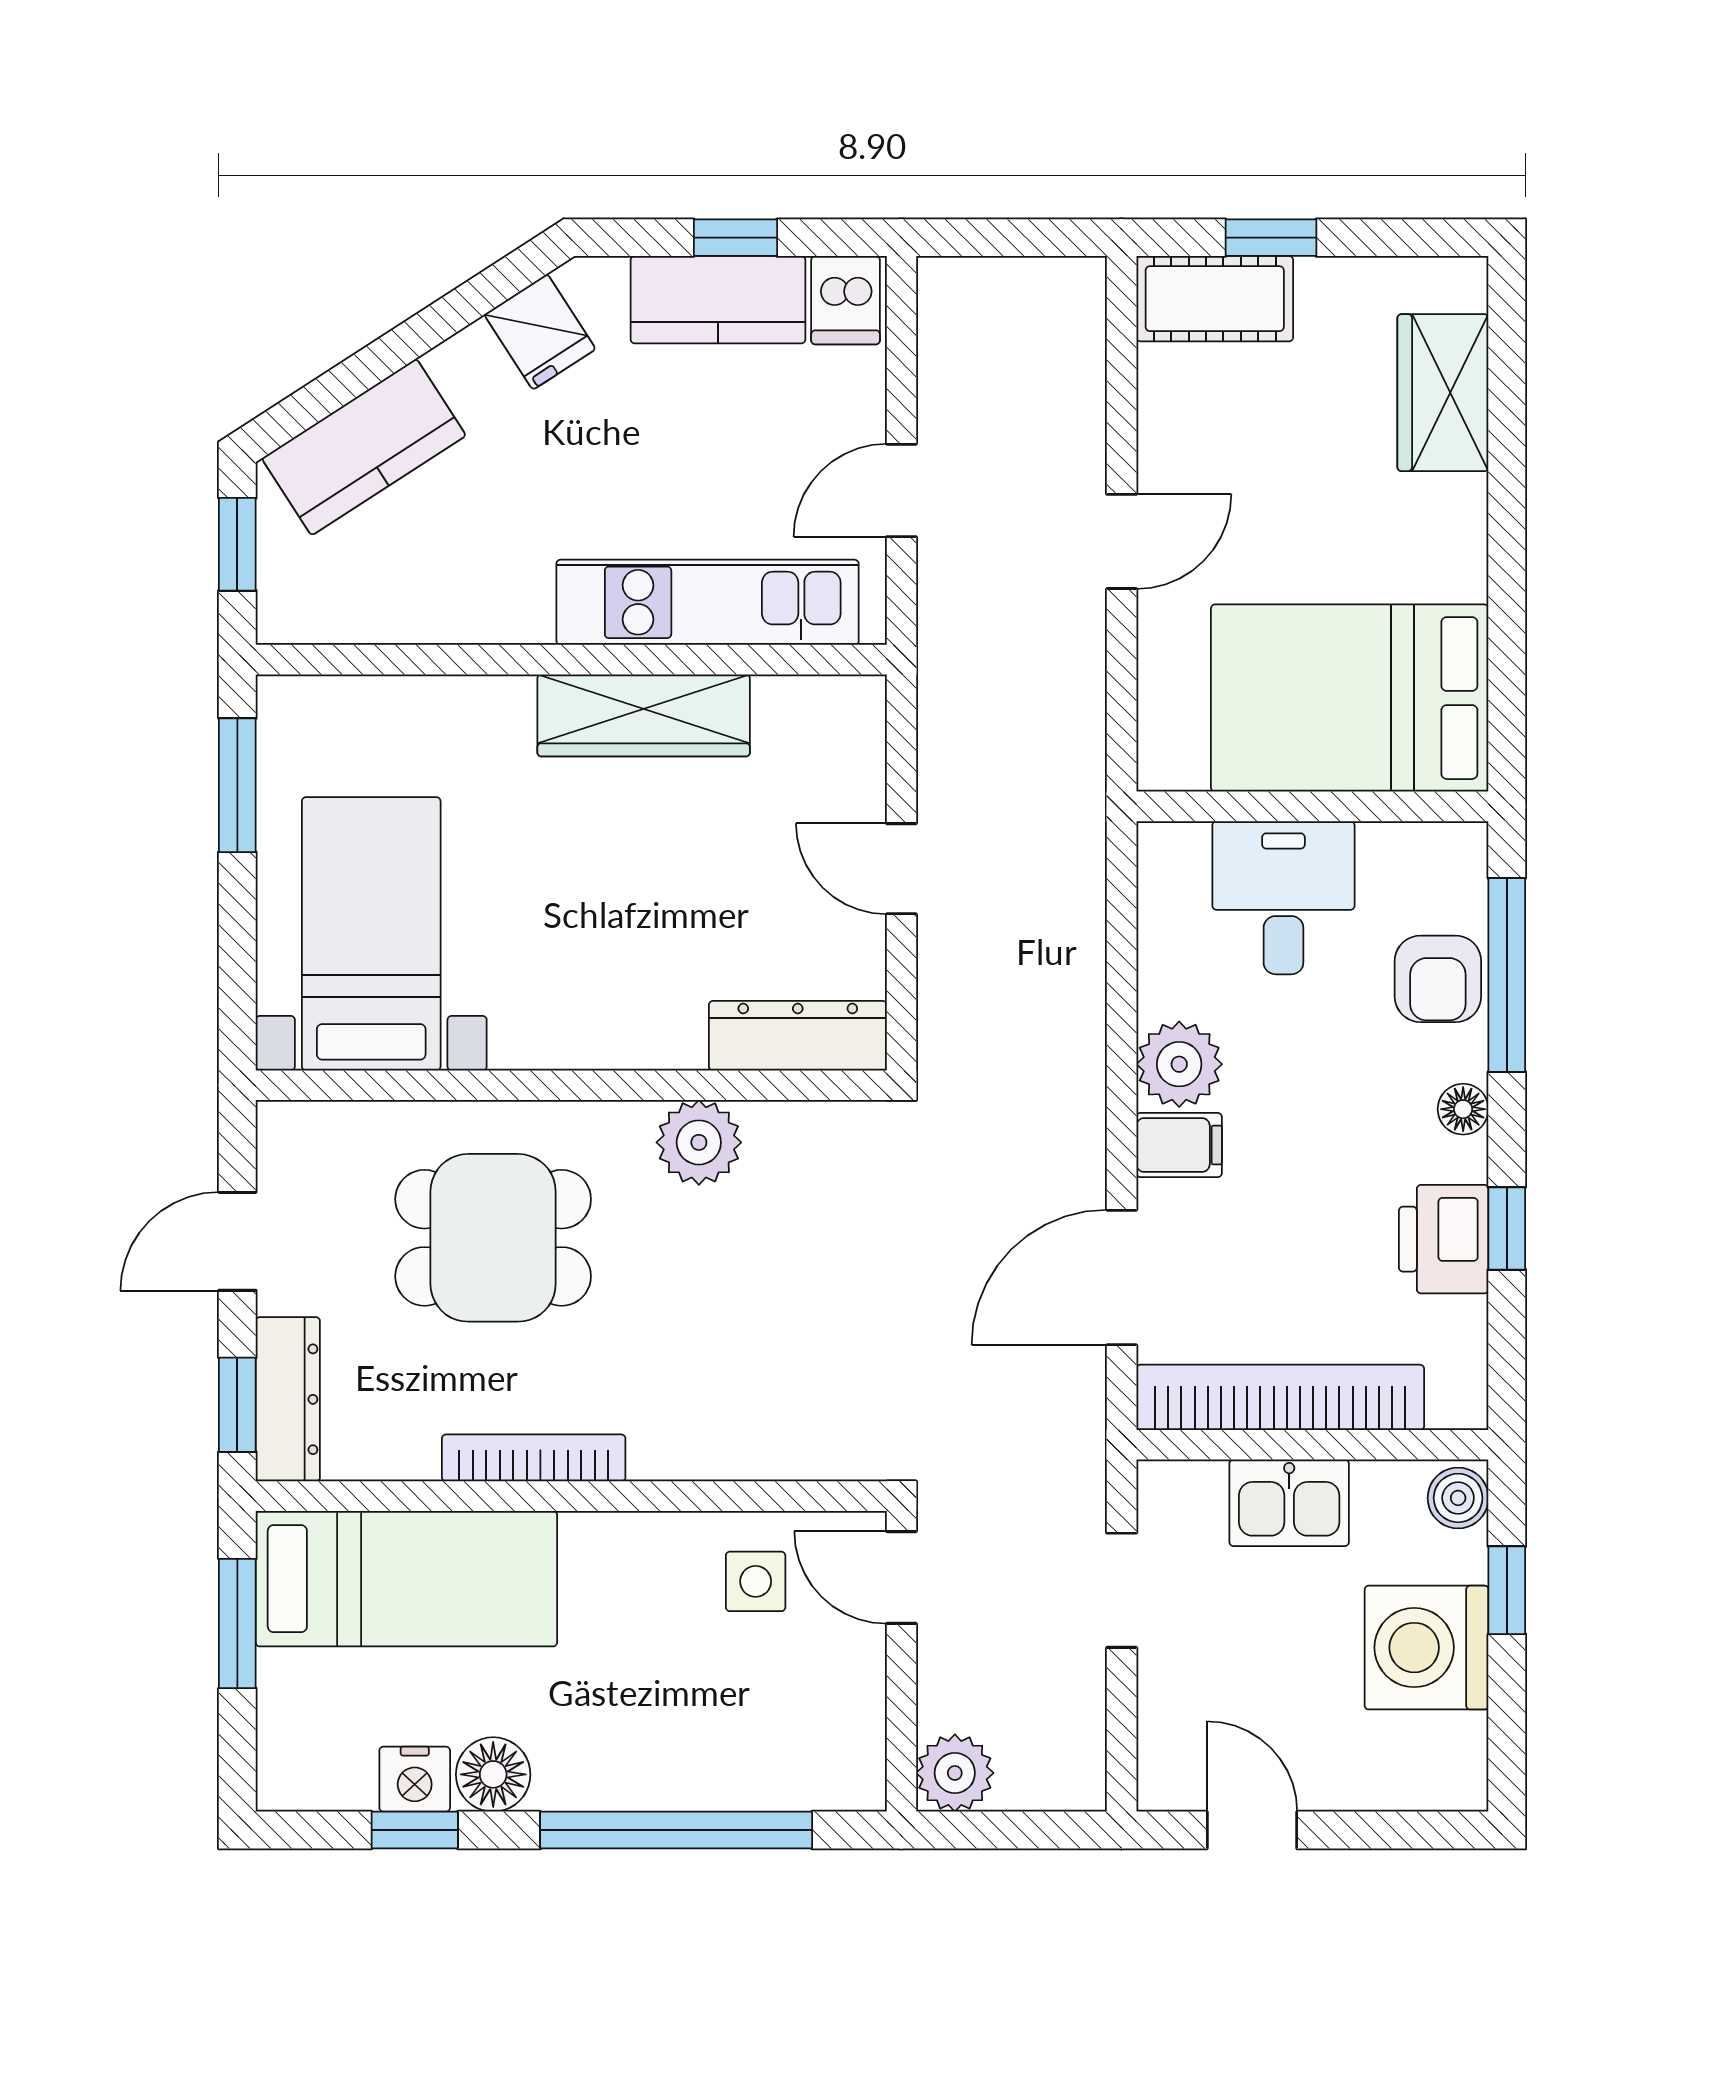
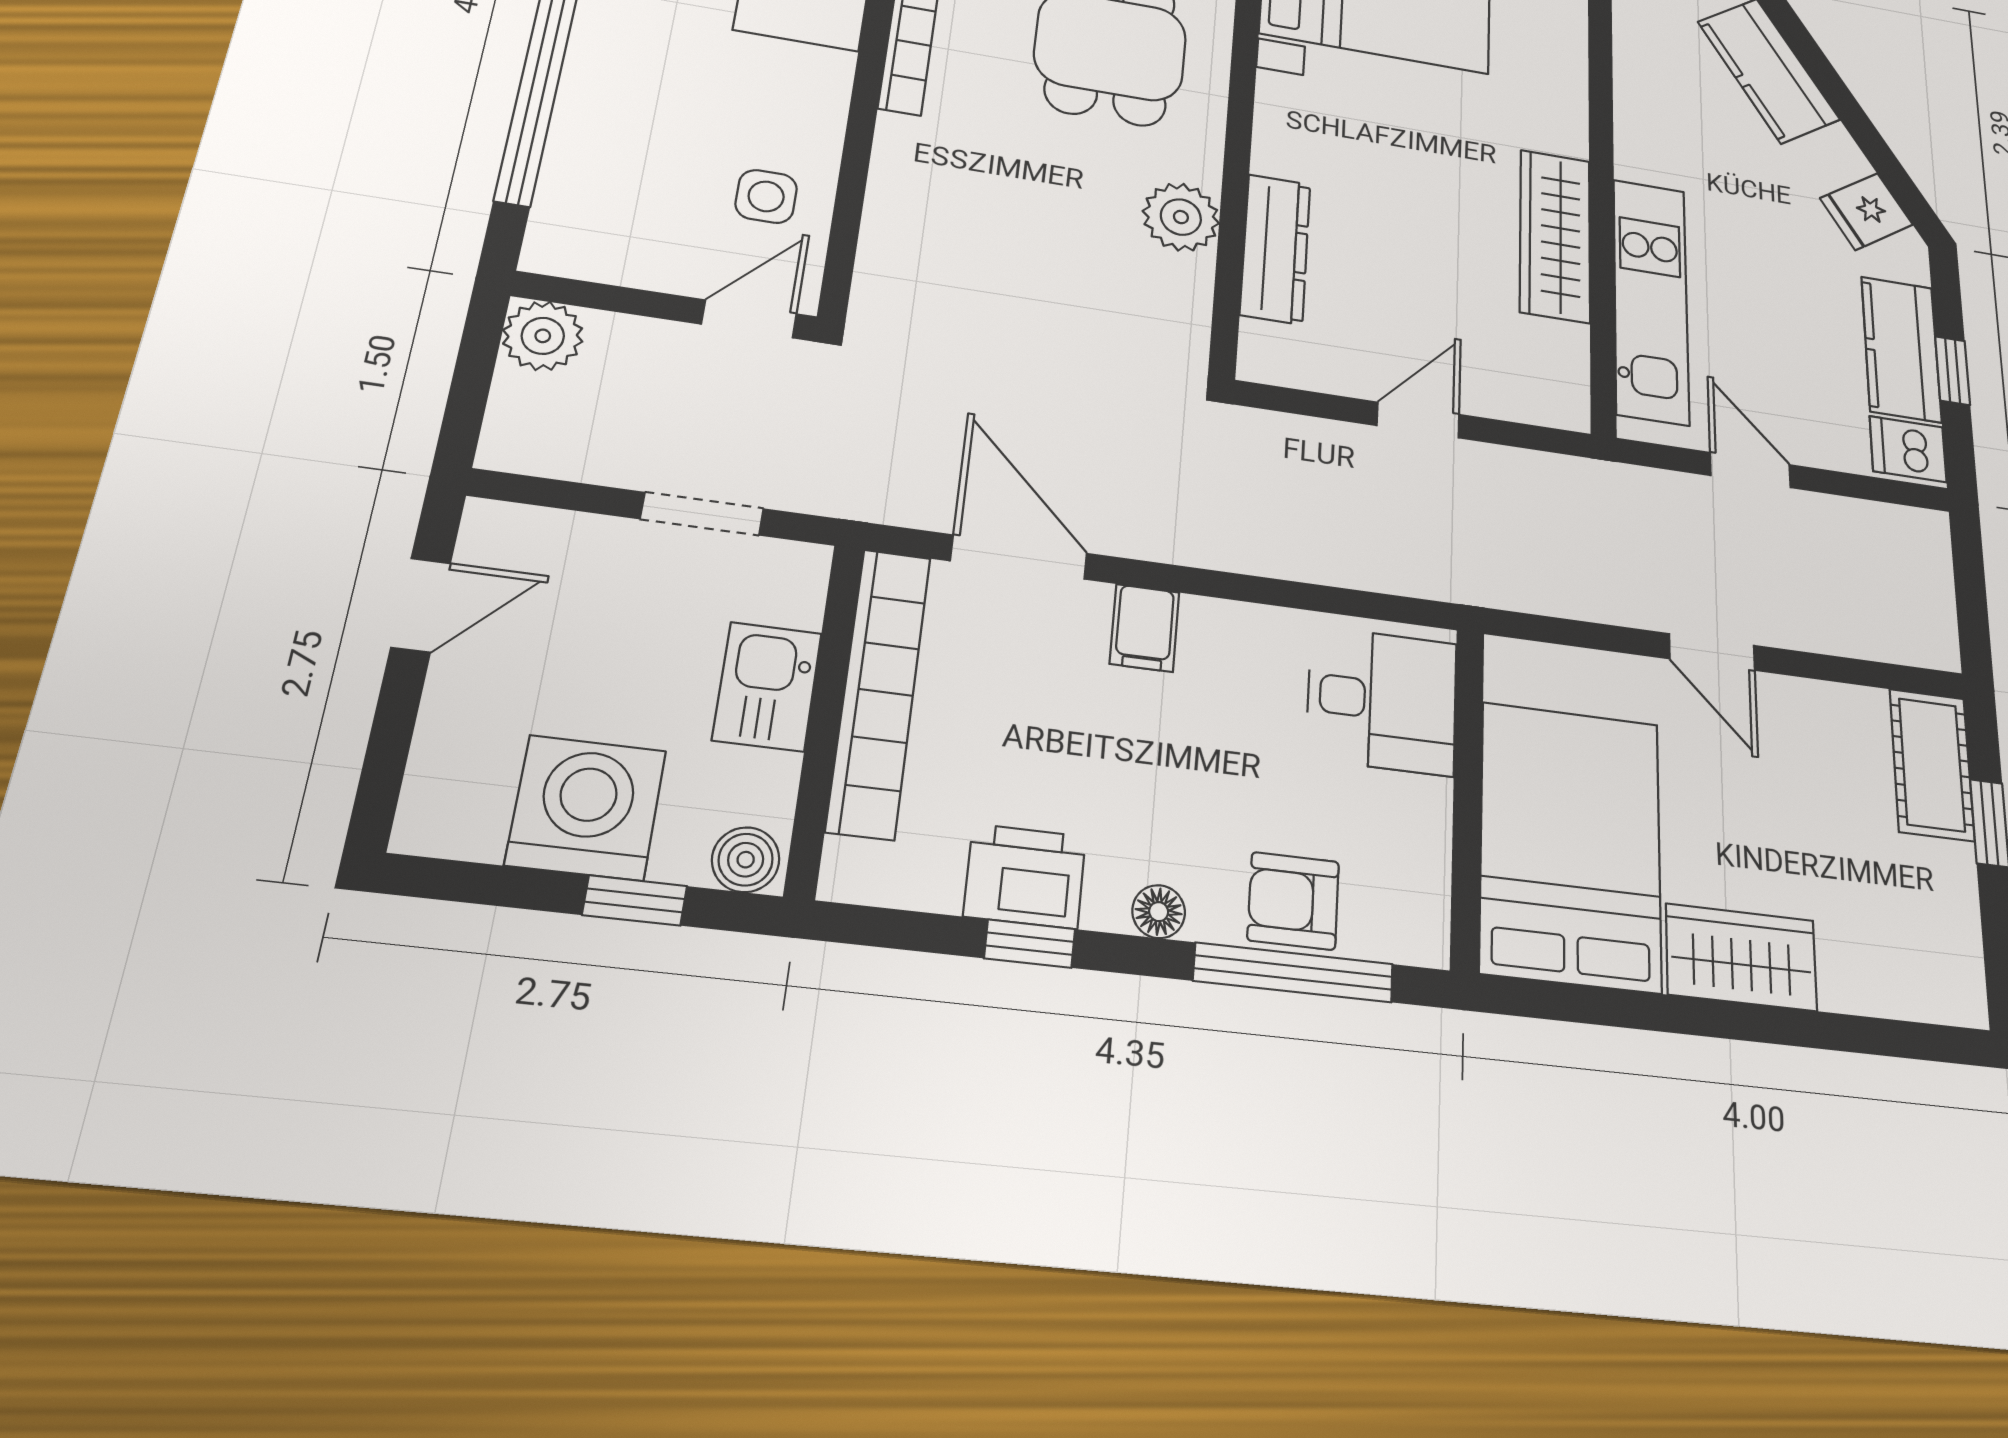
wardrobe: (1443, 393) -> (1741, 957), moved
desk: (1283, 898) -> (1382, 700), moved
dresser: (798, 1036) -> (1275, 249), moved
plant: (1179, 1064) -> (1224, 639), removed

